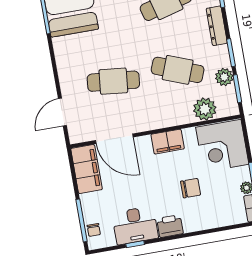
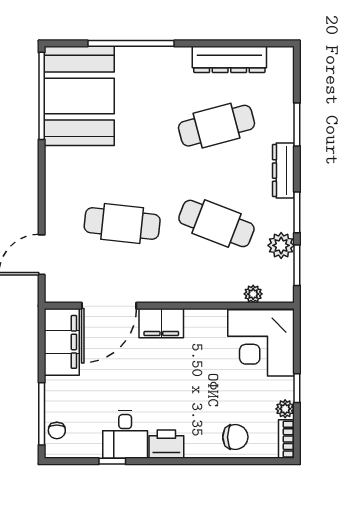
plant: (205, 109) -> (253, 294), width x0.53, depth x0.53
door: (114, 139) -> (109, 306), hinge flipped
filing cabinet: (168, 142) -> (161, 323), moved
chair: (191, 188) -> (235, 437), moved
desk: (135, 225) -> (125, 434), width x0.73

